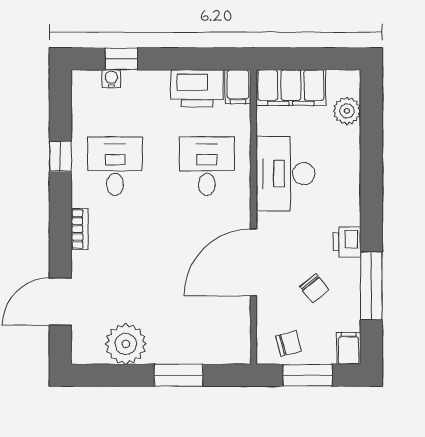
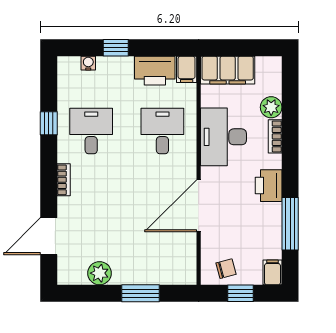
window: (121, 59) -> (116, 48), moved
plant: (347, 111) -> (271, 107), moved
bookcase: (352, 173) -> (275, 136), added
printer: (347, 242) -> (269, 186), width x1.36, depth x1.24
chair: (314, 288) -> (246, 226), removed
plant: (126, 344) -> (100, 273), width x0.73, depth x0.73
window: (307, 375) -> (241, 293), width x0.67

